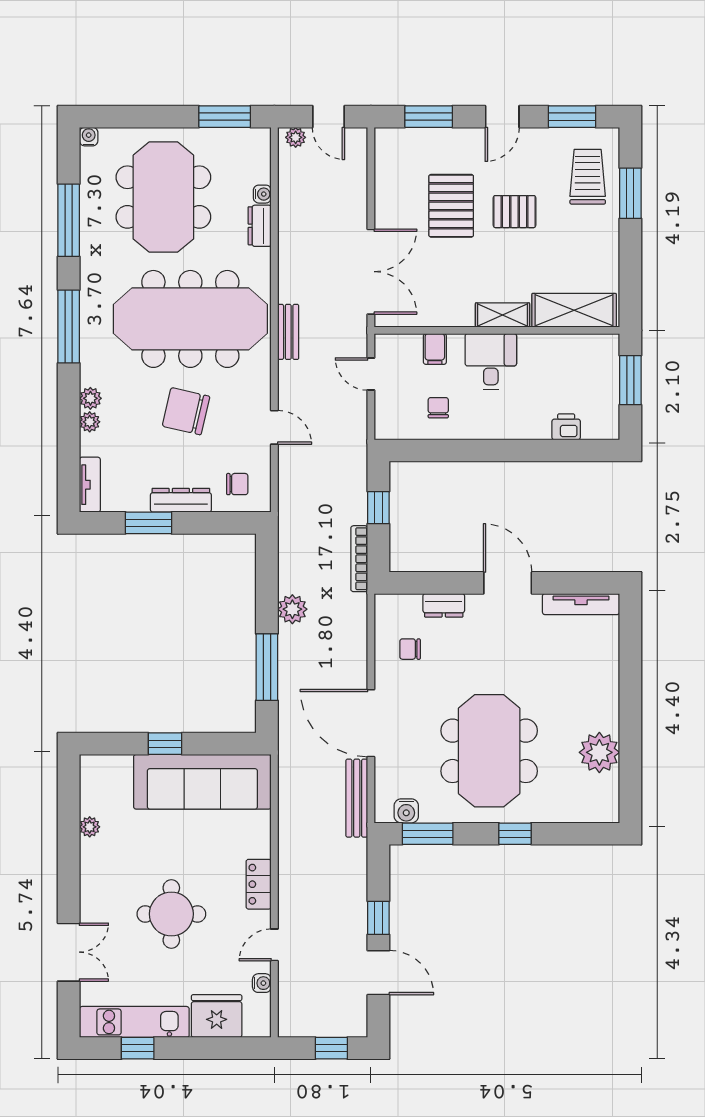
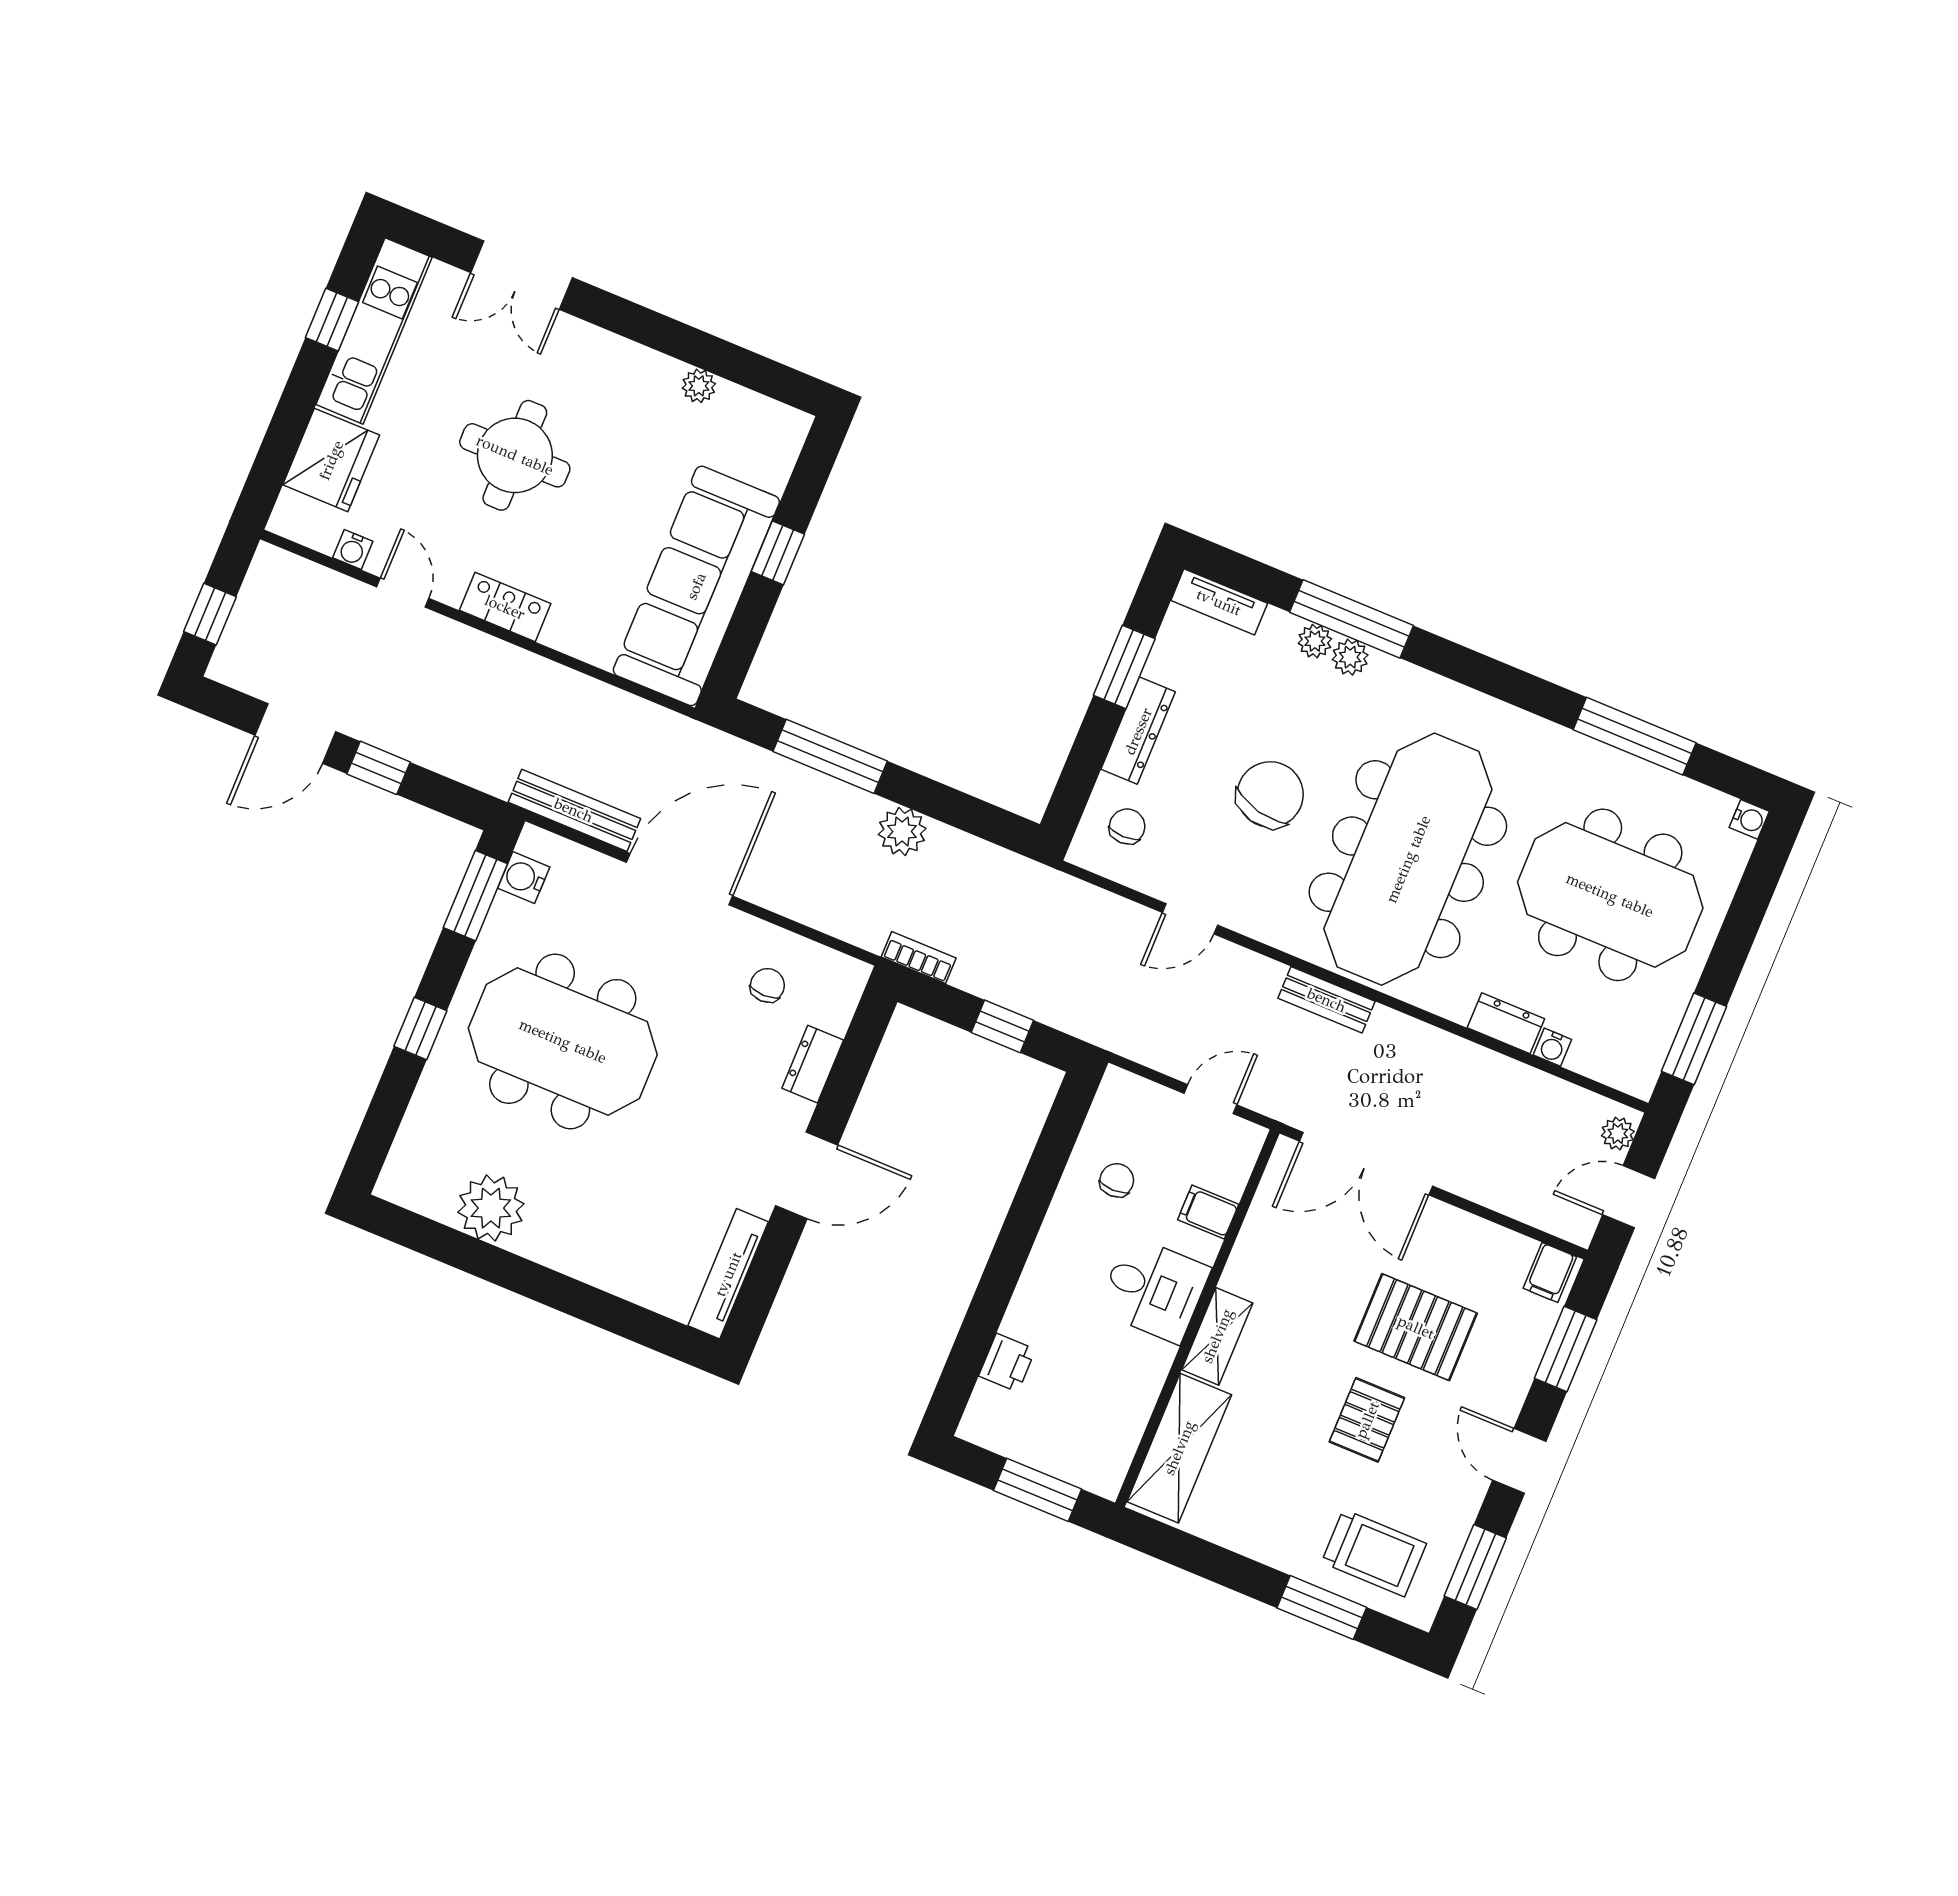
filing cabinet: (389, 143) -> (1550, 1272), added
window: (69, 327) -> (1351, 619), moved
chair: (438, 408) -> (1117, 1180), turned -90
chair: (237, 484) -> (1127, 826), turned 180
bookcase: (359, 559) -> (919, 958), width x0.64

